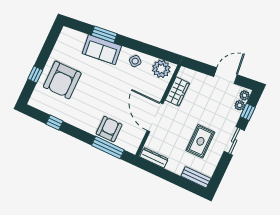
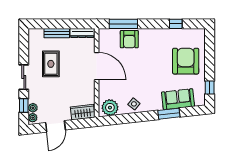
sofa: (102, 50) -> (178, 99), moved
window: (35, 74) -> (210, 88), moved
wardrobe: (177, 92) -> (83, 112), moved, turned 84
bench: (196, 177) -> (57, 33), moved

